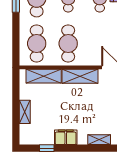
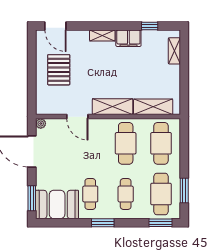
shelving: (25, 112) -> (174, 51), moved
shelving: (99, 140) -> (102, 36), moved

